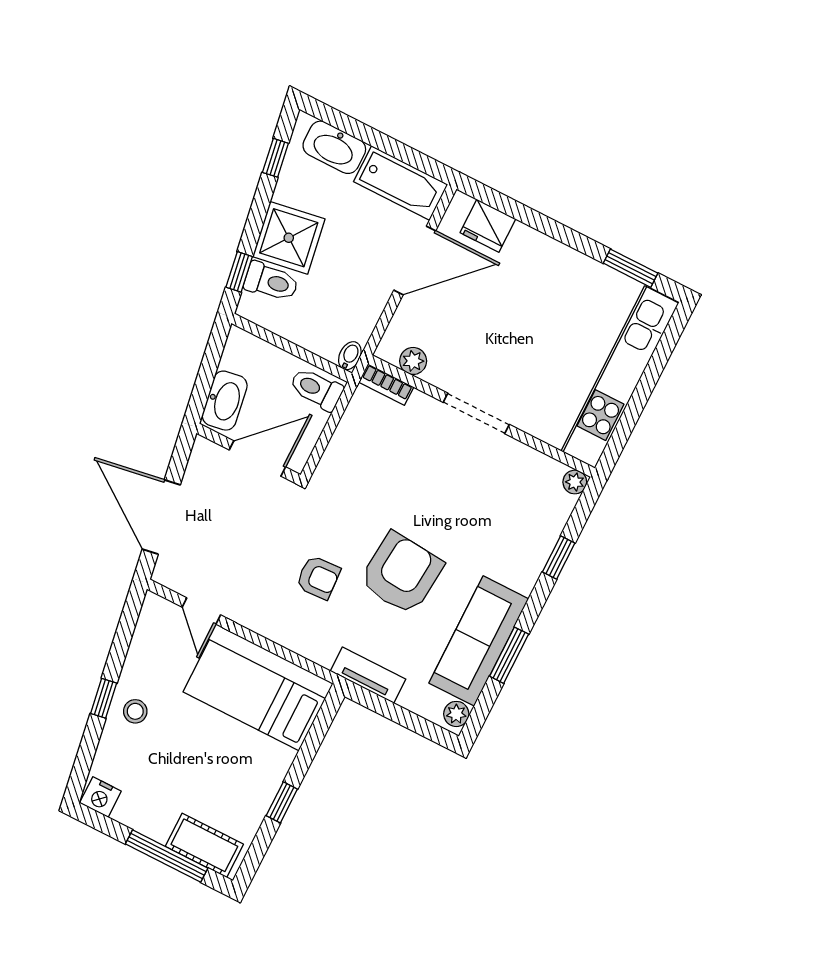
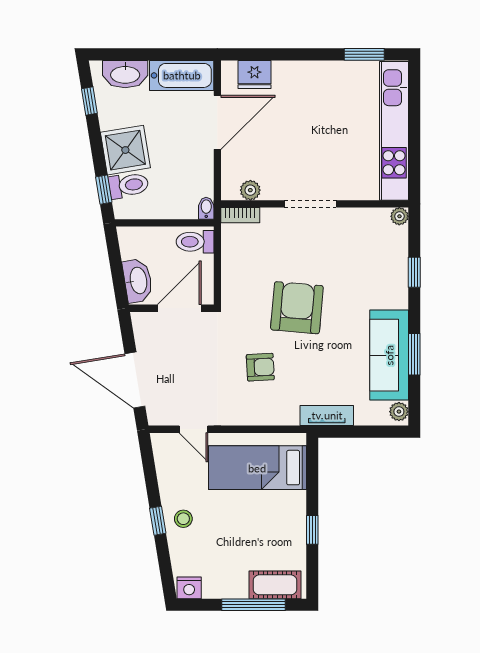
armchair: (401, 573) -> (297, 308), moved

